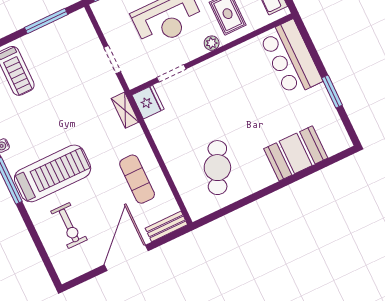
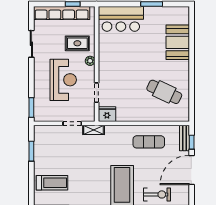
window: (46, 21) -> (31, 151), width x0.69
shelving: (125, 110) -> (94, 130), moved
window: (165, 239) -> (192, 142), added
door: (126, 258) -> (192, 170), hinge flipped

